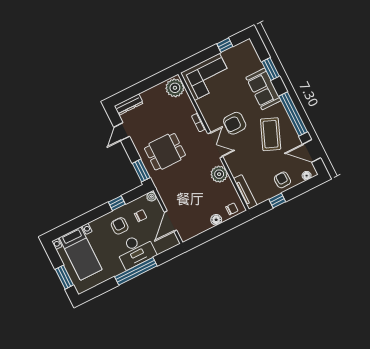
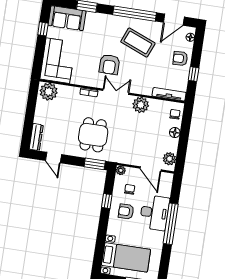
sofa: (263, 89) -> (67, 18), moved
plant: (191, 231) -> (169, 159), added

